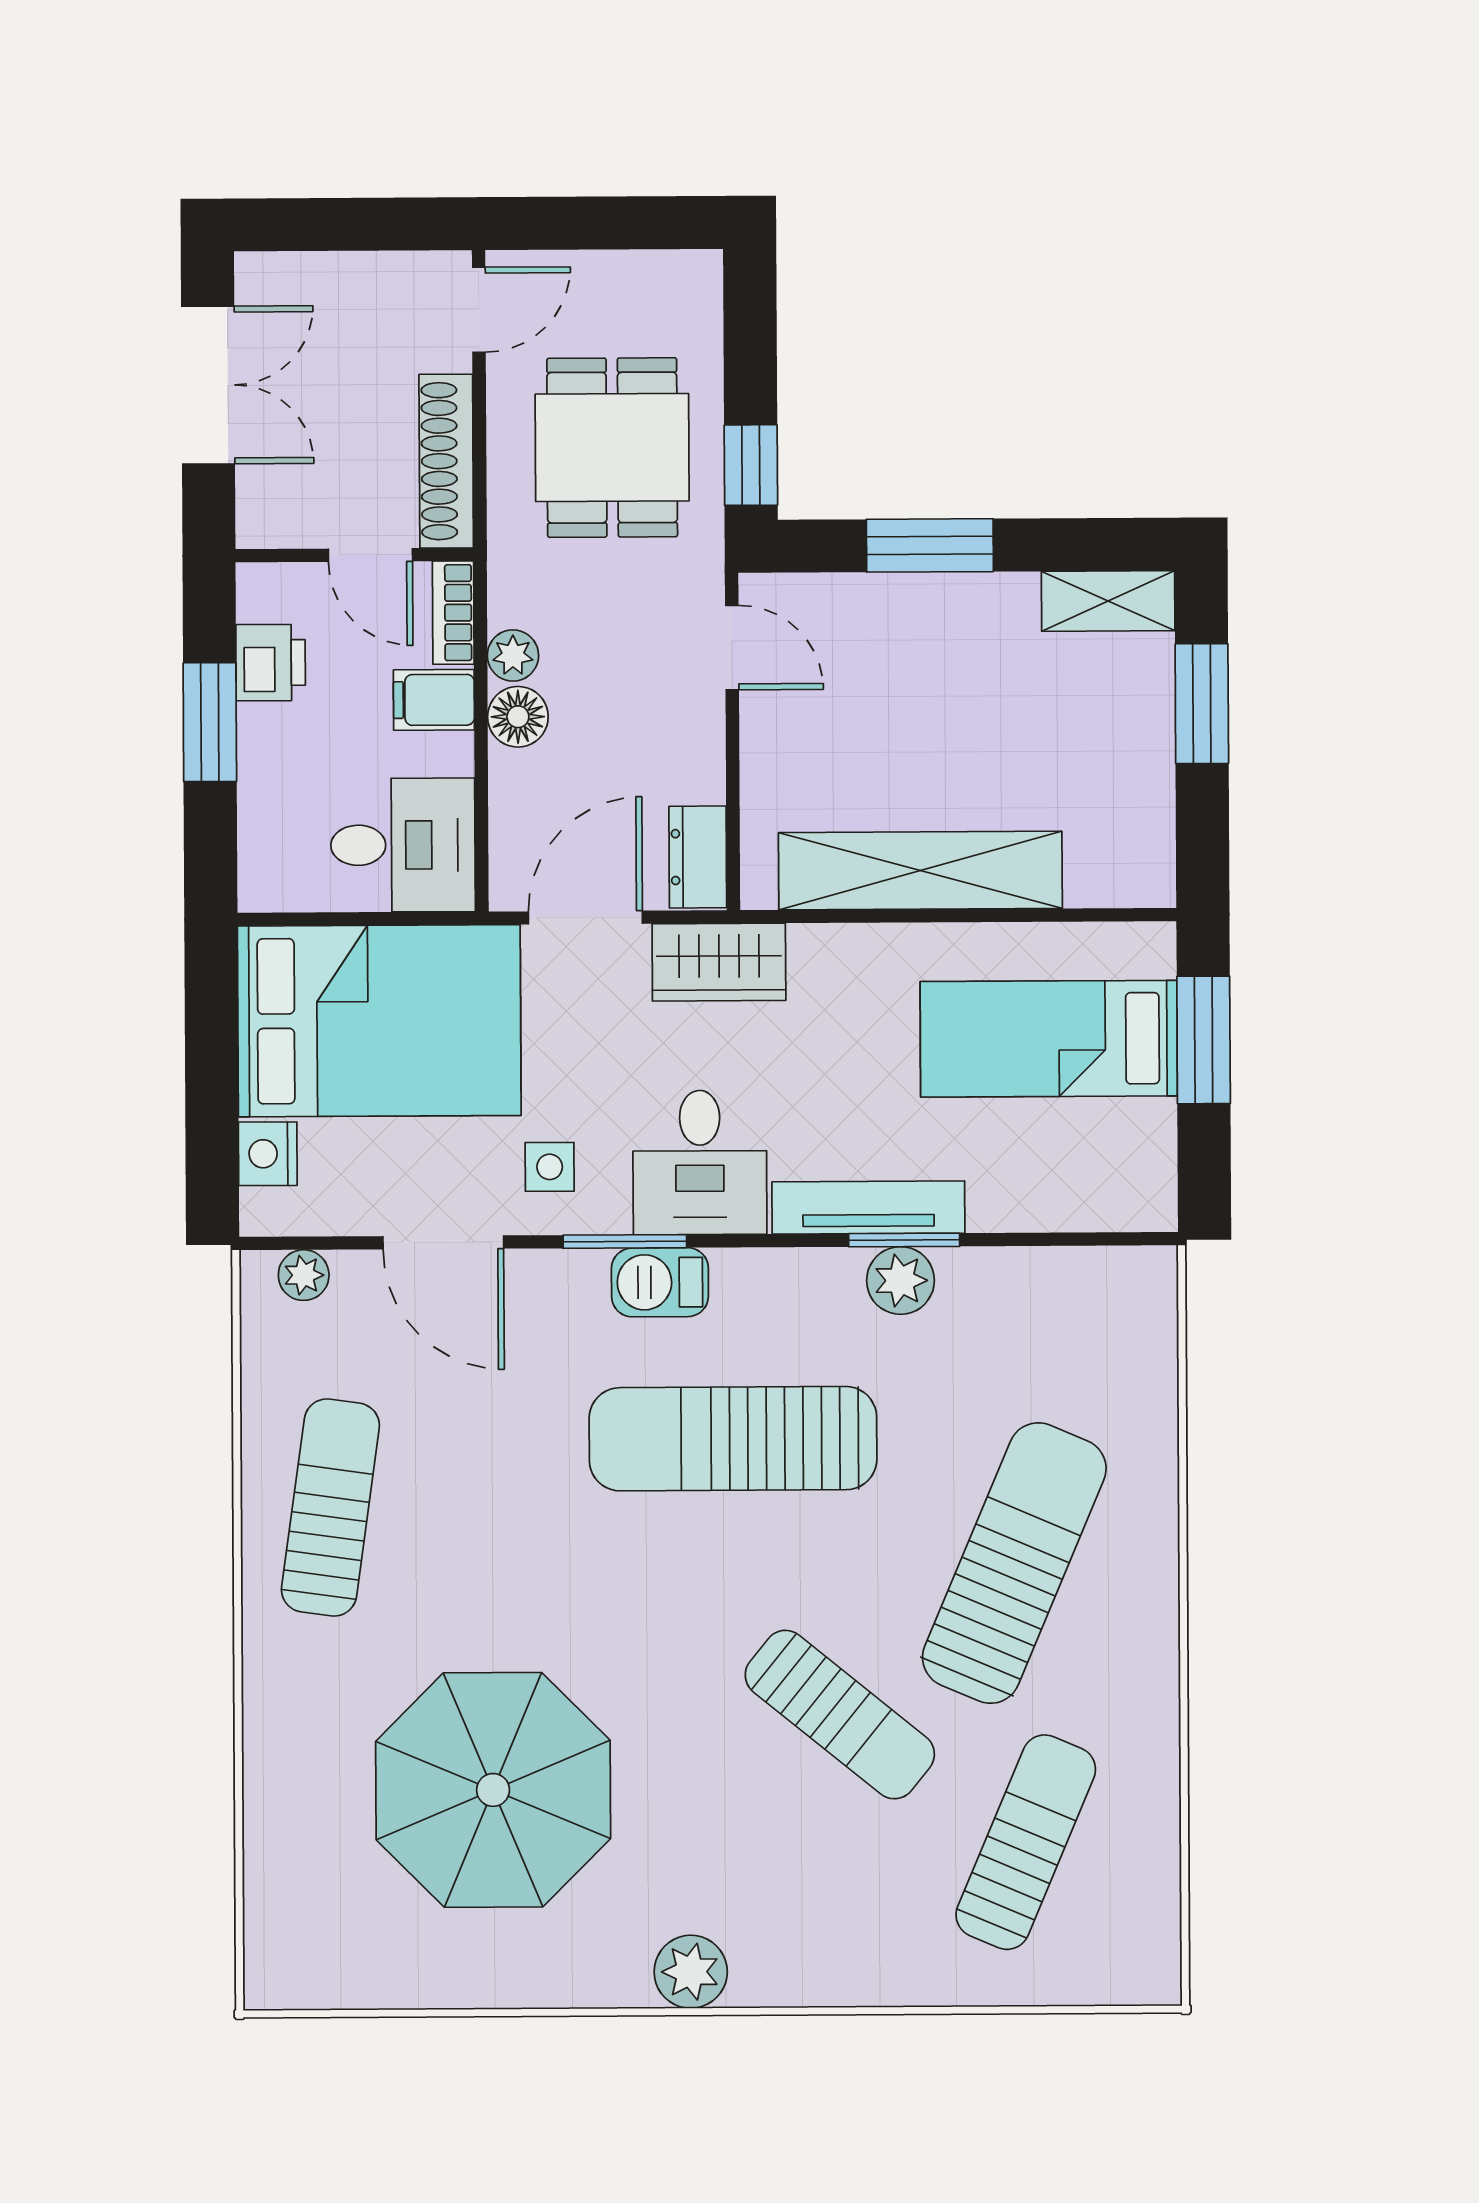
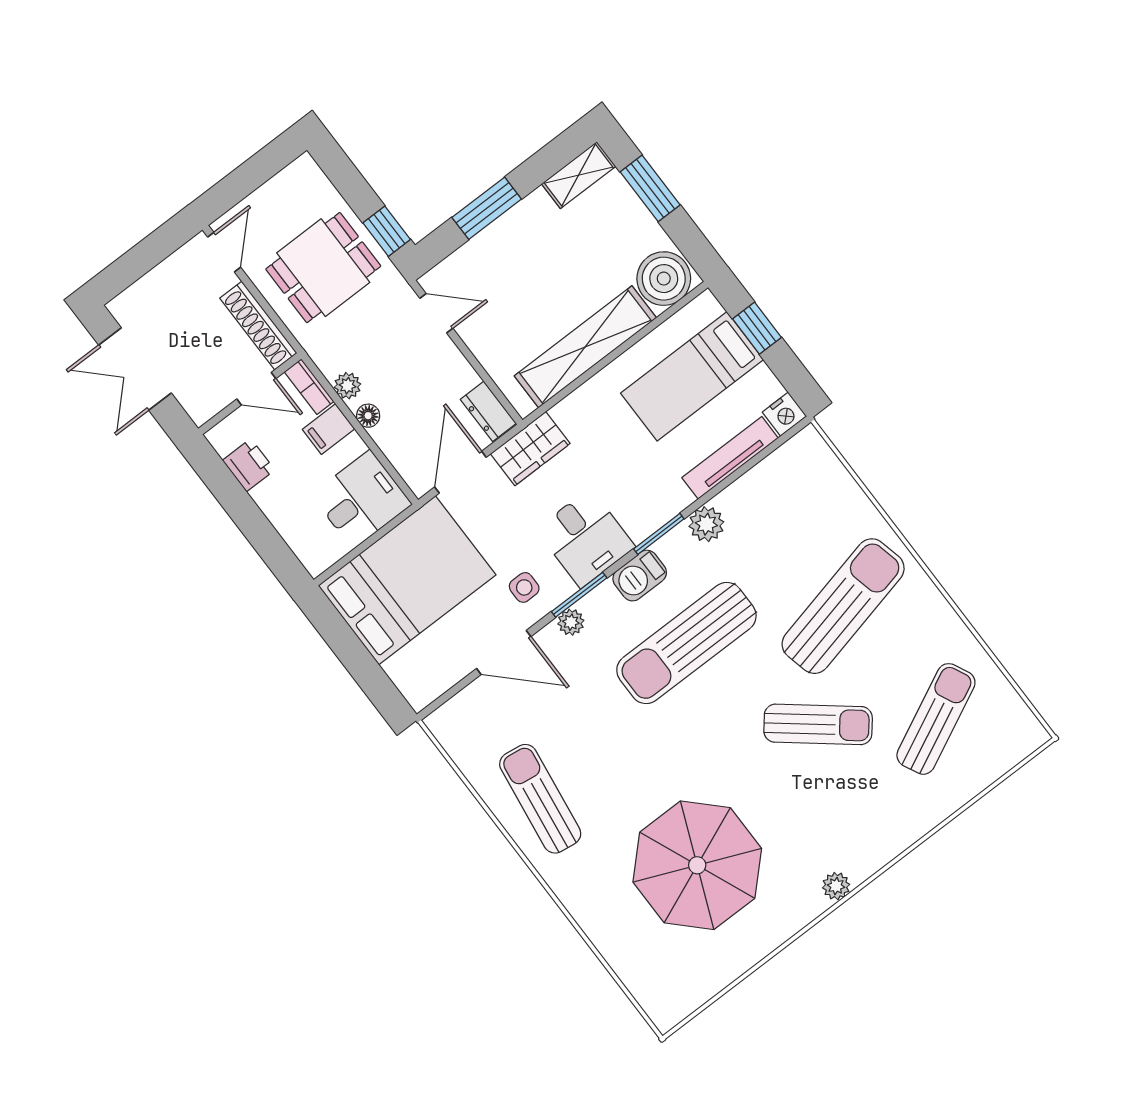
double door: (208, 385) -> (135, 369), swing flipped
dining table: (612, 448) -> (323, 268), turned 90
floor lamp: (518, 717) -> (368, 416), width x0.73, depth x0.73
window: (210, 722) -> (242, 509), removed
boiler: (1119, 857) -> (664, 279), added
window: (1204, 1040) -> (757, 328), width x0.67
nightstand: (268, 1154) -> (784, 414), moved, turned -90
tv unit: (868, 1207) -> (730, 458), moved
window: (904, 1240) -> (659, 534), moved
plant: (304, 1275) -> (571, 622), moved
barbecue: (660, 1282) -> (640, 576), moved
sun lounger: (1014, 1563) -> (843, 606), turned 54
sun lounger: (1026, 1842) -> (936, 719), turned 41
plant: (691, 1972) -> (836, 886), width x0.73, depth x0.73

